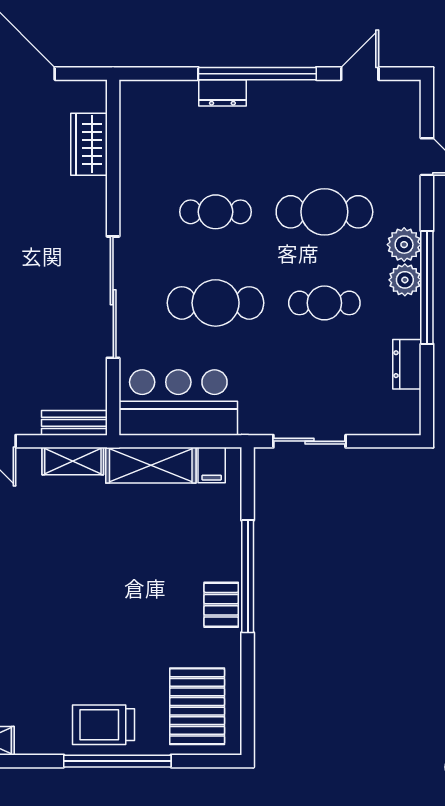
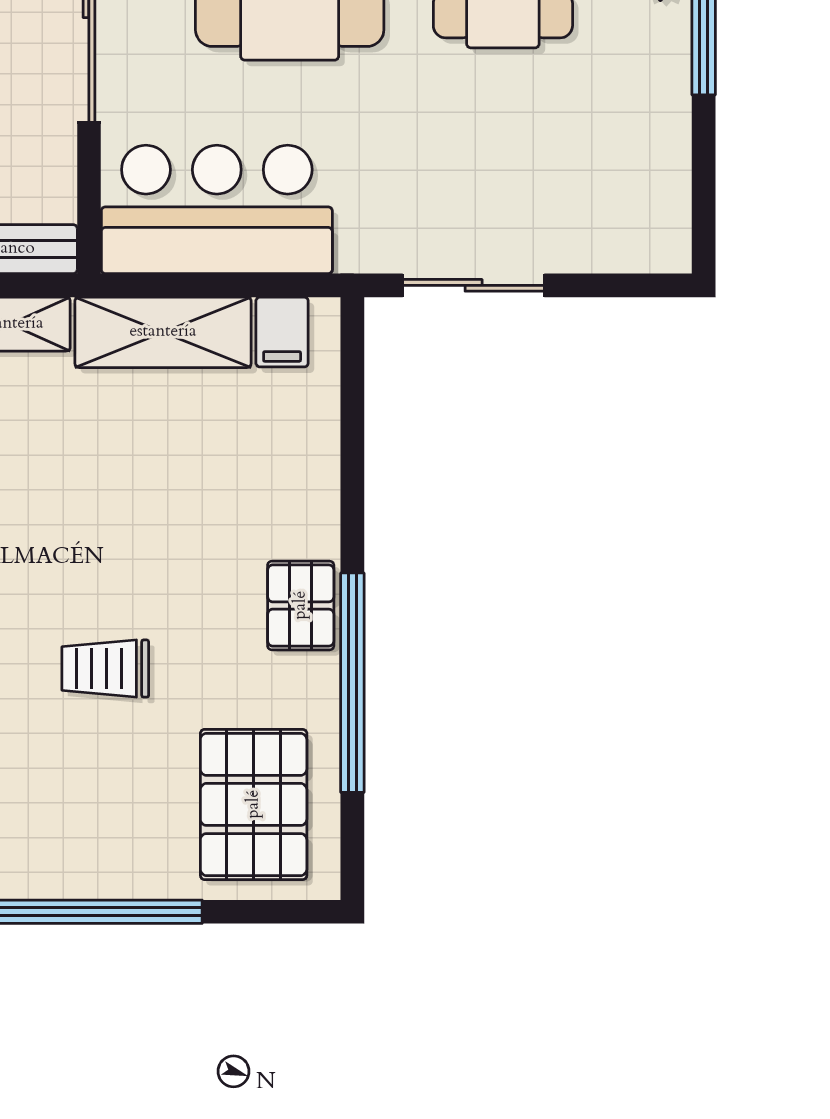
dresser: (407, 364) -> (665, 134), removed
window: (248, 576) -> (352, 683), moved
trolley: (104, 725) -> (105, 669), moved, width x0.73, depth x0.72

